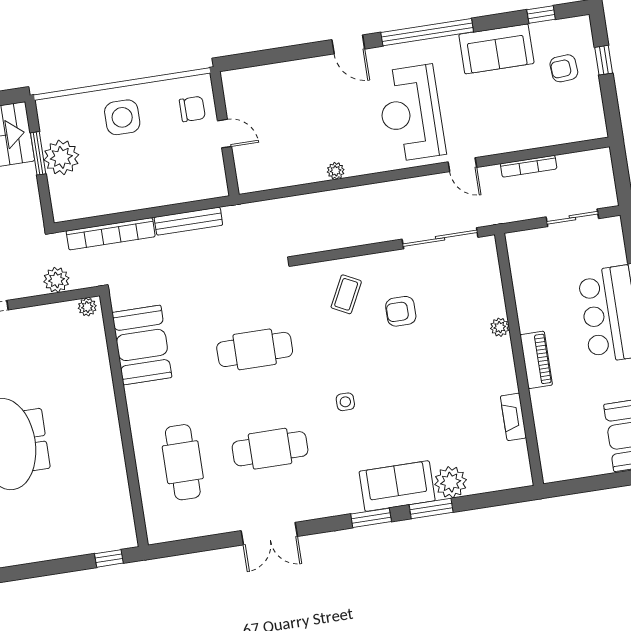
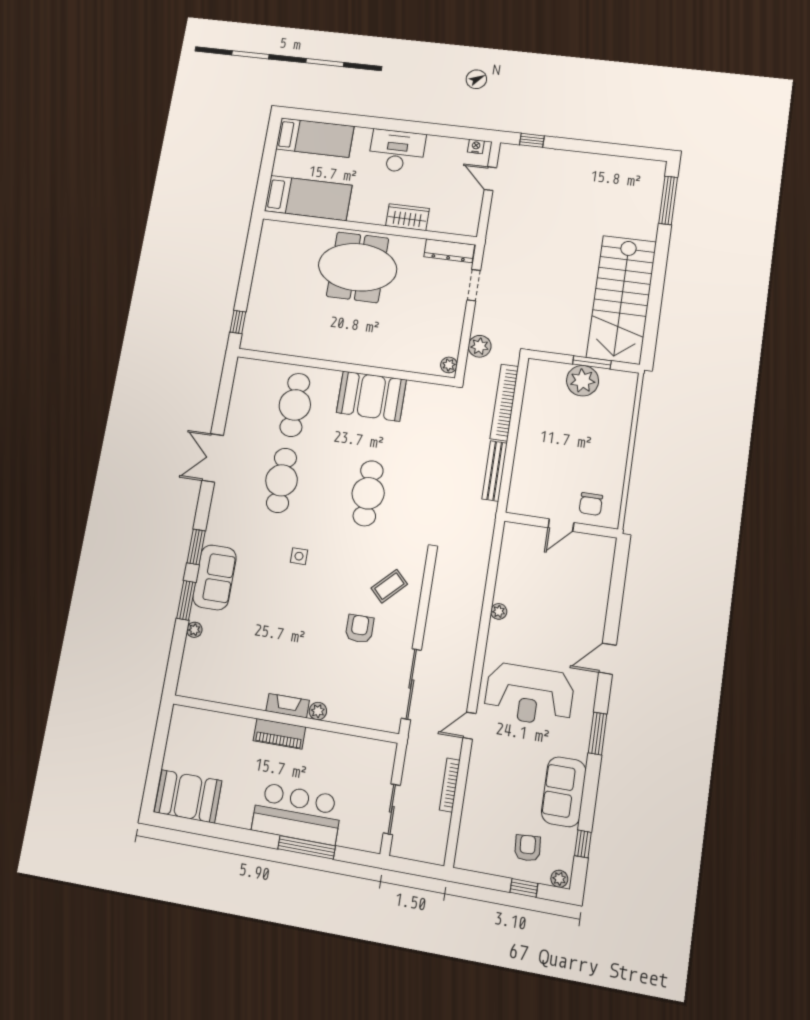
plant: (583, 28) -> (559, 879), added
window: (427, 32) -> (598, 734), width x0.47
reception desk: (411, 113) -> (529, 695), turned 180
side table: (122, 117) -> (602, 442), removed
coffee table: (346, 294) -> (389, 586), turned -72
booth: (142, 345) -> (371, 396), moved
fireplace: (513, 417) -> (288, 706), moved
cafe table: (183, 462) -> (295, 405), turned 90
plant: (451, 482) -> (194, 630), width x0.53, depth x0.53

